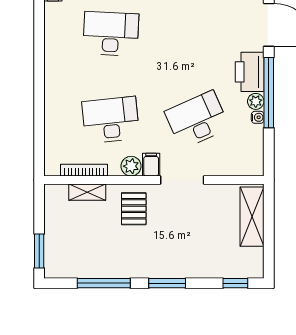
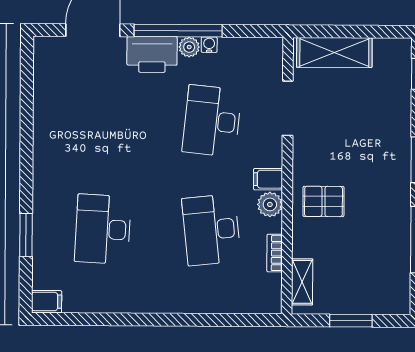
desk: (197, 120) -> (212, 121), turned 30
bookcase: (84, 170) -> (275, 253), width x0.64
doorway: (182, 180) -> (288, 108), moved
shelving: (87, 192) -> (302, 282), moved
window: (39, 251) -> (351, 321), moved

